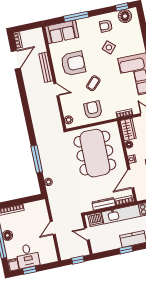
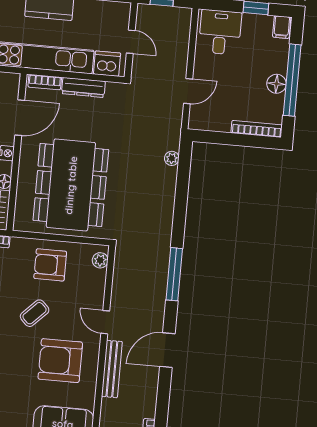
door: (16, 60) -> (167, 350), moved
armchair: (93, 110) -> (50, 265), turned 90
window: (37, 159) -> (174, 274), moved
door: (53, 228) -> (188, 91), moved
desk: (28, 256) -> (220, 32), moved

